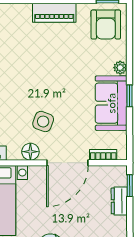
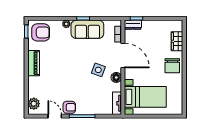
dresser: (119, 201) -> (133, 25), moved

